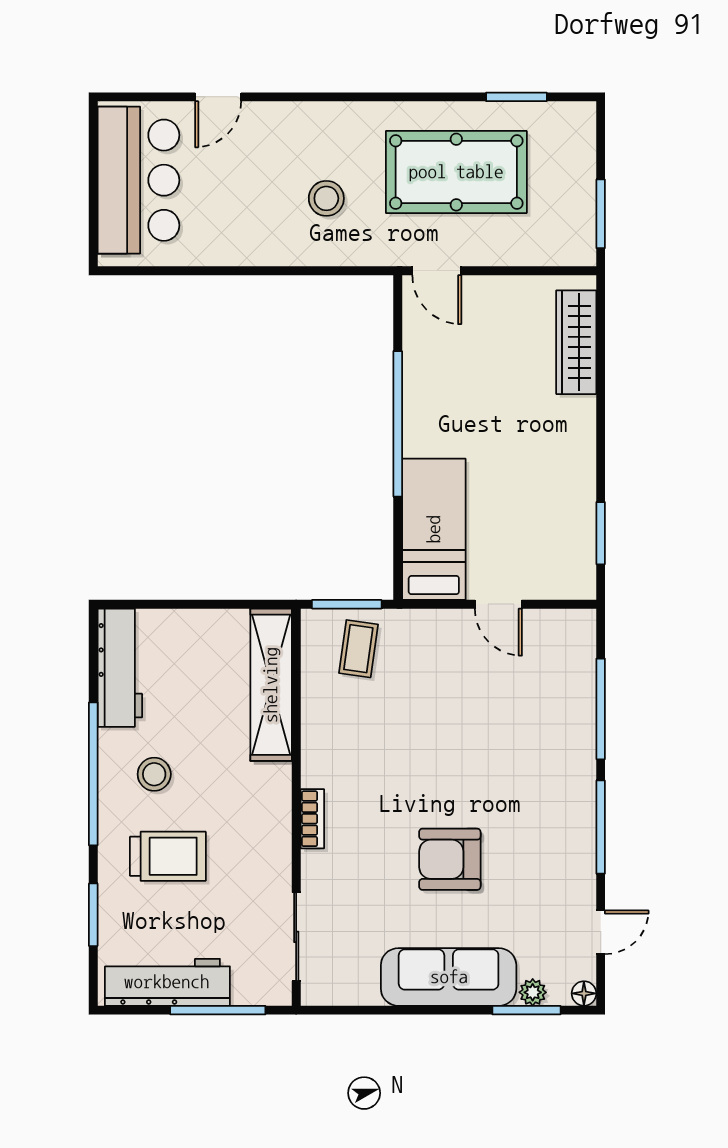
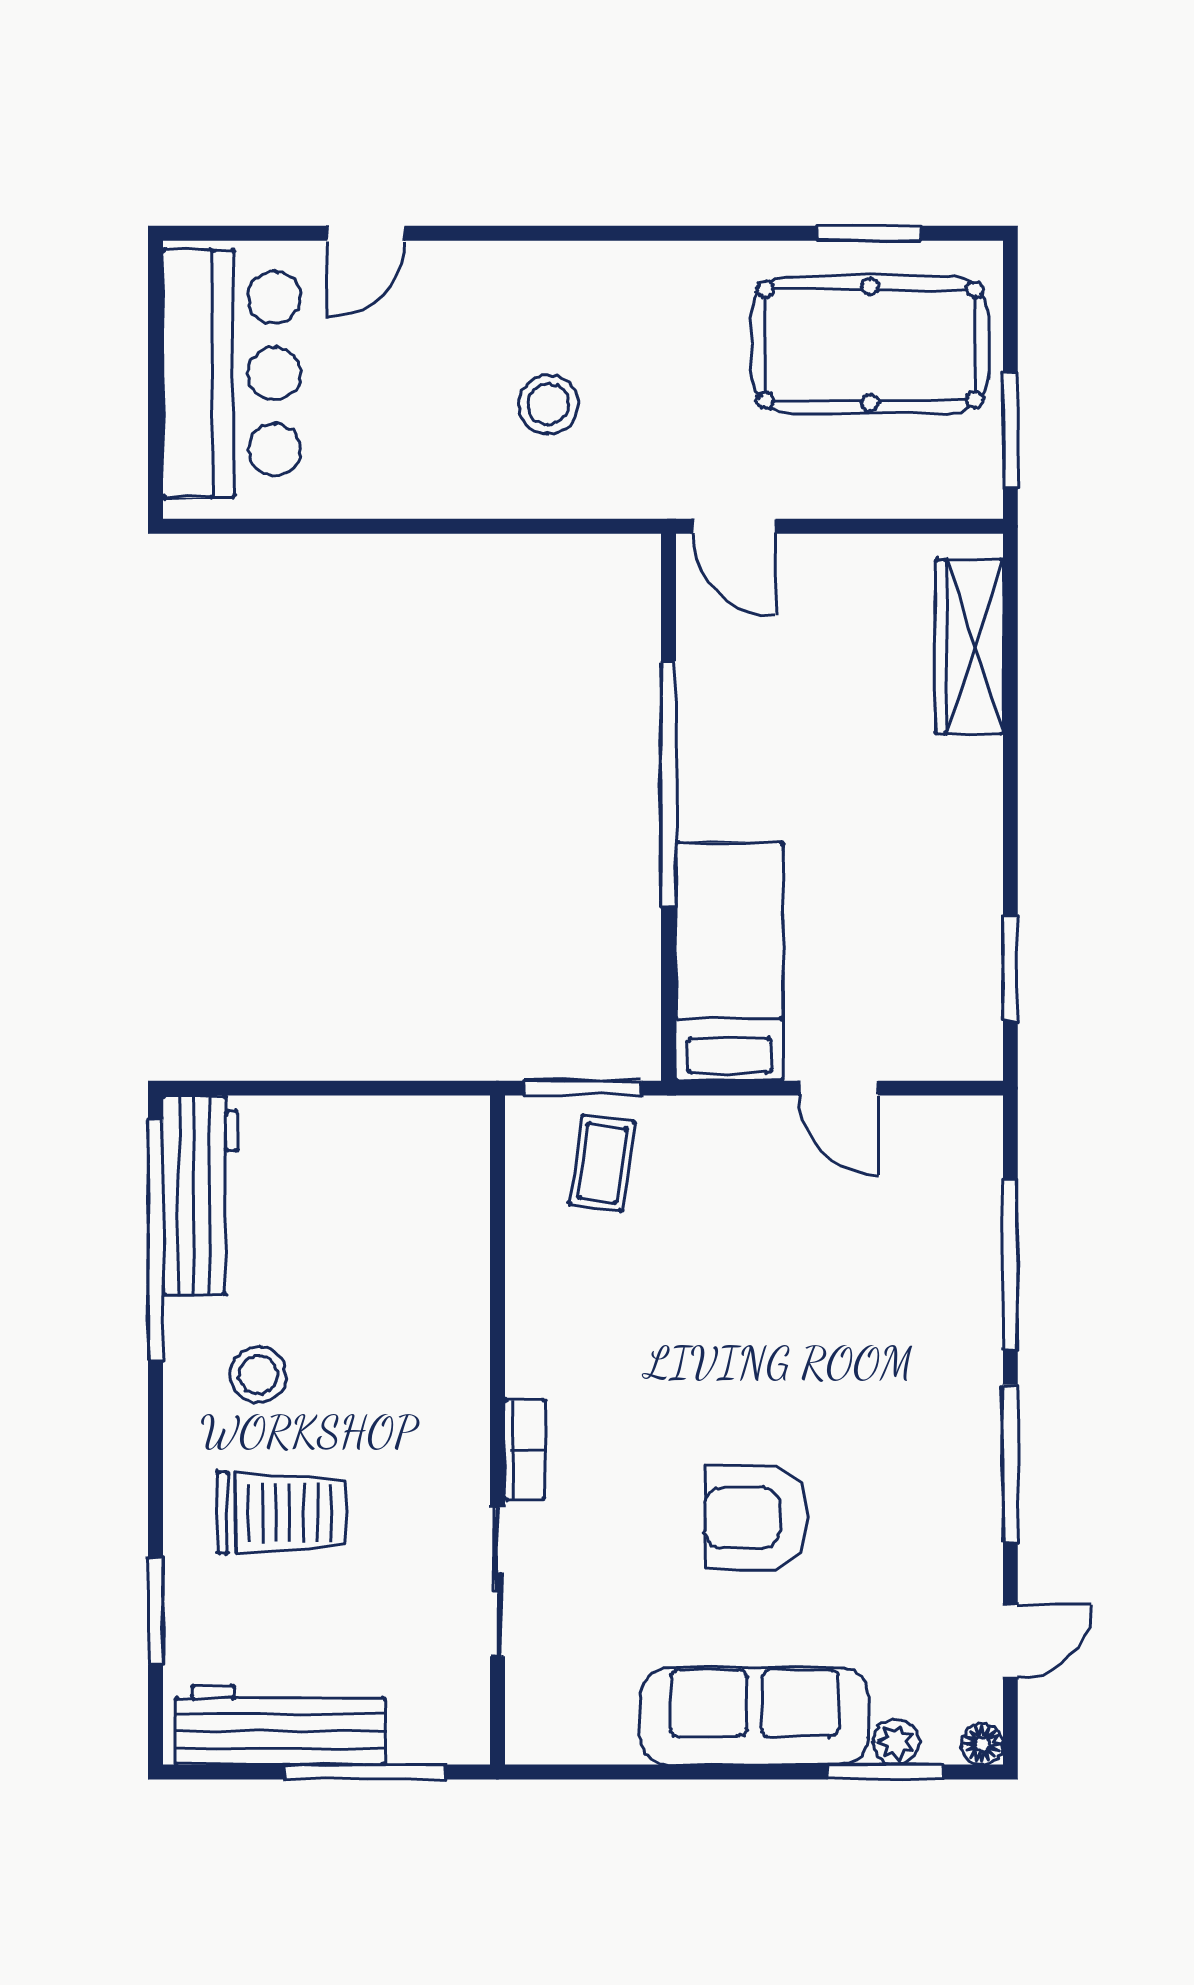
pool table: (456, 172) -> (870, 345), moved
shelving: (271, 685) -> (455, 1224), removed
window: (93, 774) -> (155, 1240), moved
sliding door: (296, 937) -> (497, 1582), moved

